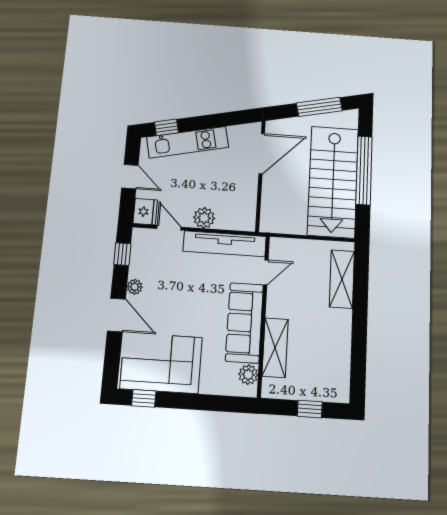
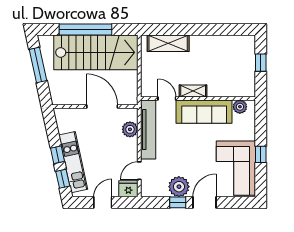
window: (199, 123) -> (57, 155), added
door: (262, 154) -> (102, 107), moved
plant: (204, 218) -> (130, 129), moved
window: (122, 254) -> (178, 202), moved
plant: (135, 287) -> (179, 187), width x1.87, depth x1.87
shelving: (275, 348) -> (193, 91), moved, width x0.67, depth x0.75
window: (144, 398) -> (261, 154), moved

